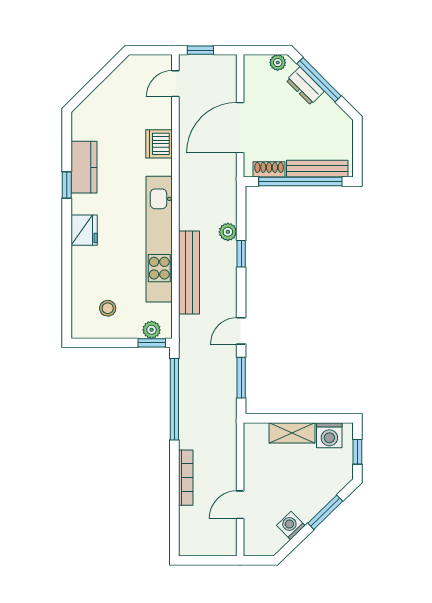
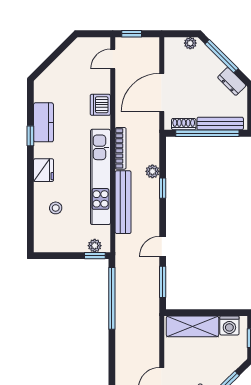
dresser: (305, 86) -> (232, 81), moved
stool: (108, 308) -> (56, 208), moved
shelving: (292, 433) -> (192, 326), width x1.50, depth x1.33
bookcase: (186, 478) -> (121, 148), moved

